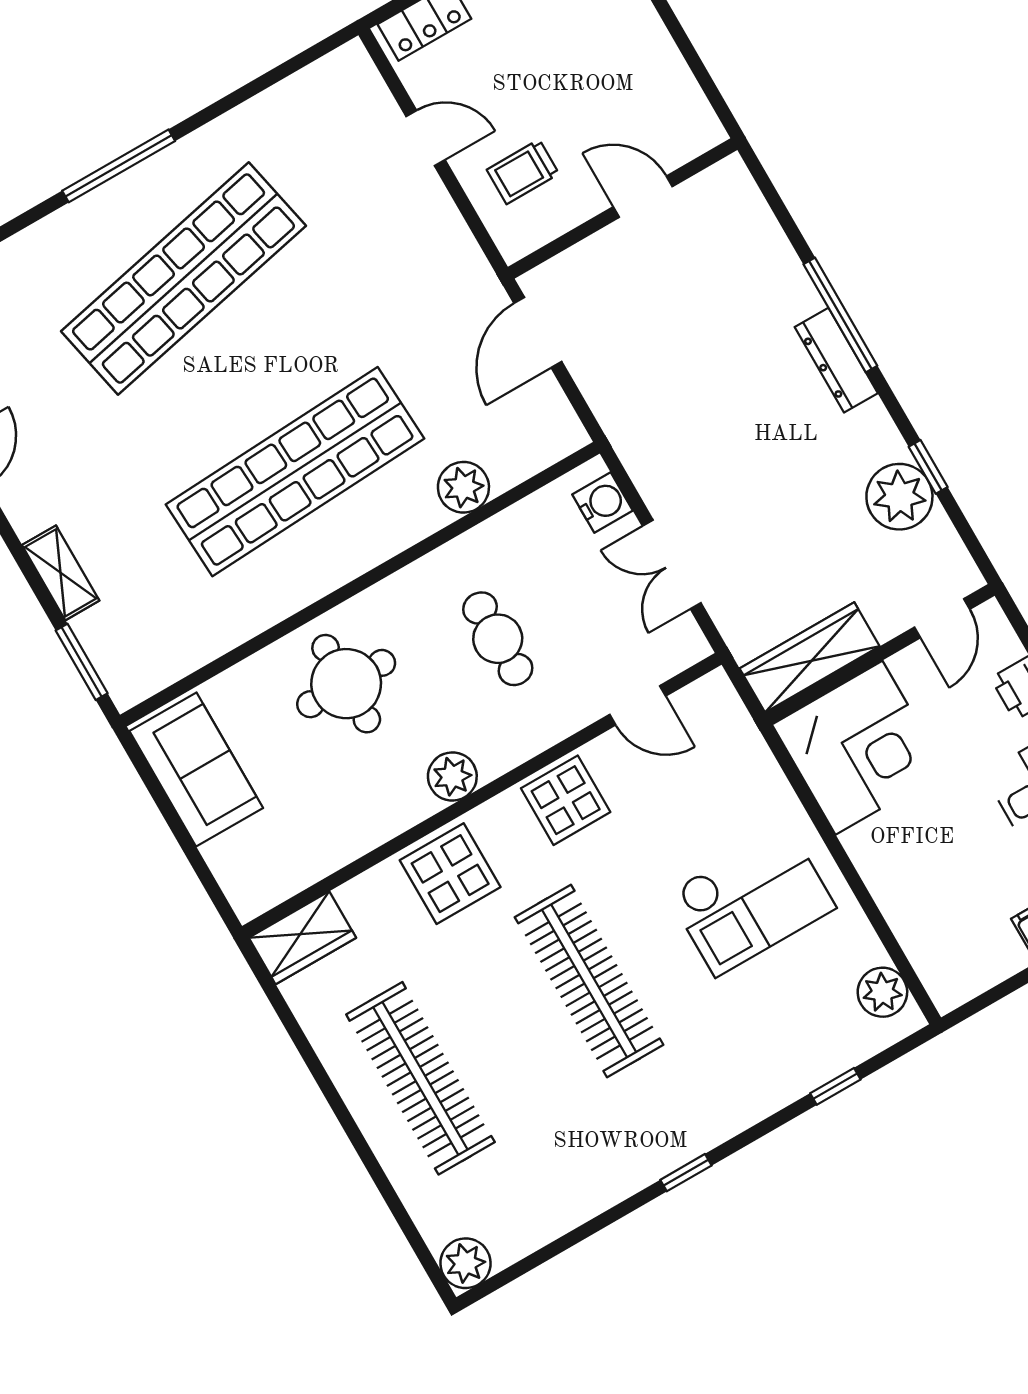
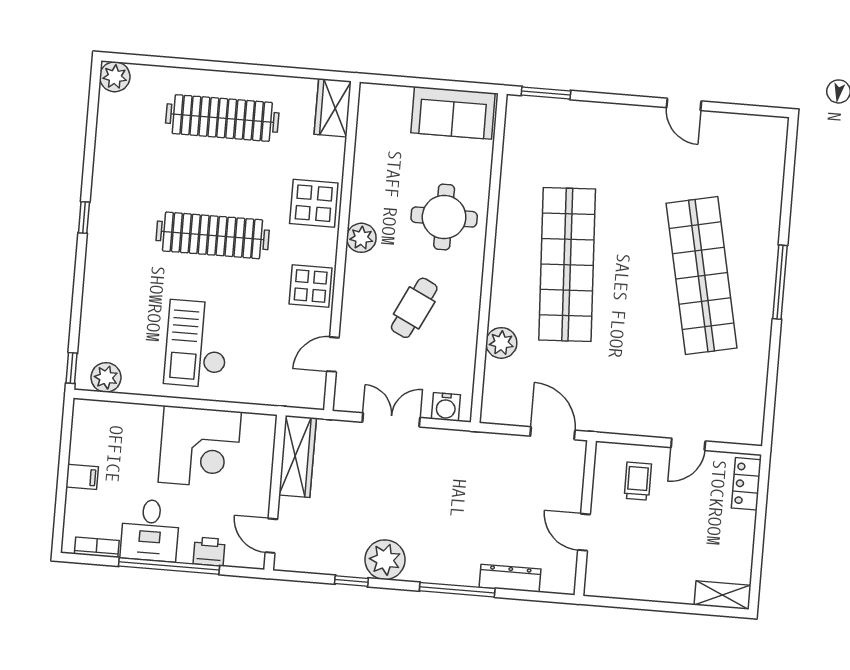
door: (643, 197) -> (584, 532), swing flipped
dresser: (836, 360) -> (510, 578), moved
plant: (899, 497) -> (385, 560), moved
shelving: (61, 573) -> (597, 113), removed
cafe table: (498, 639) -> (414, 308), turned -64
corner desk: (859, 748) -> (200, 447), moved, turned -90
window: (835, 1086) -> (72, 368), moved

